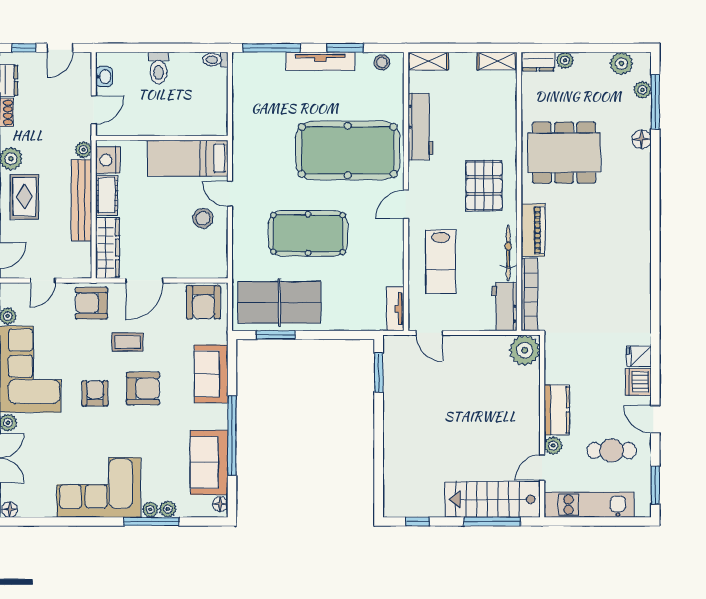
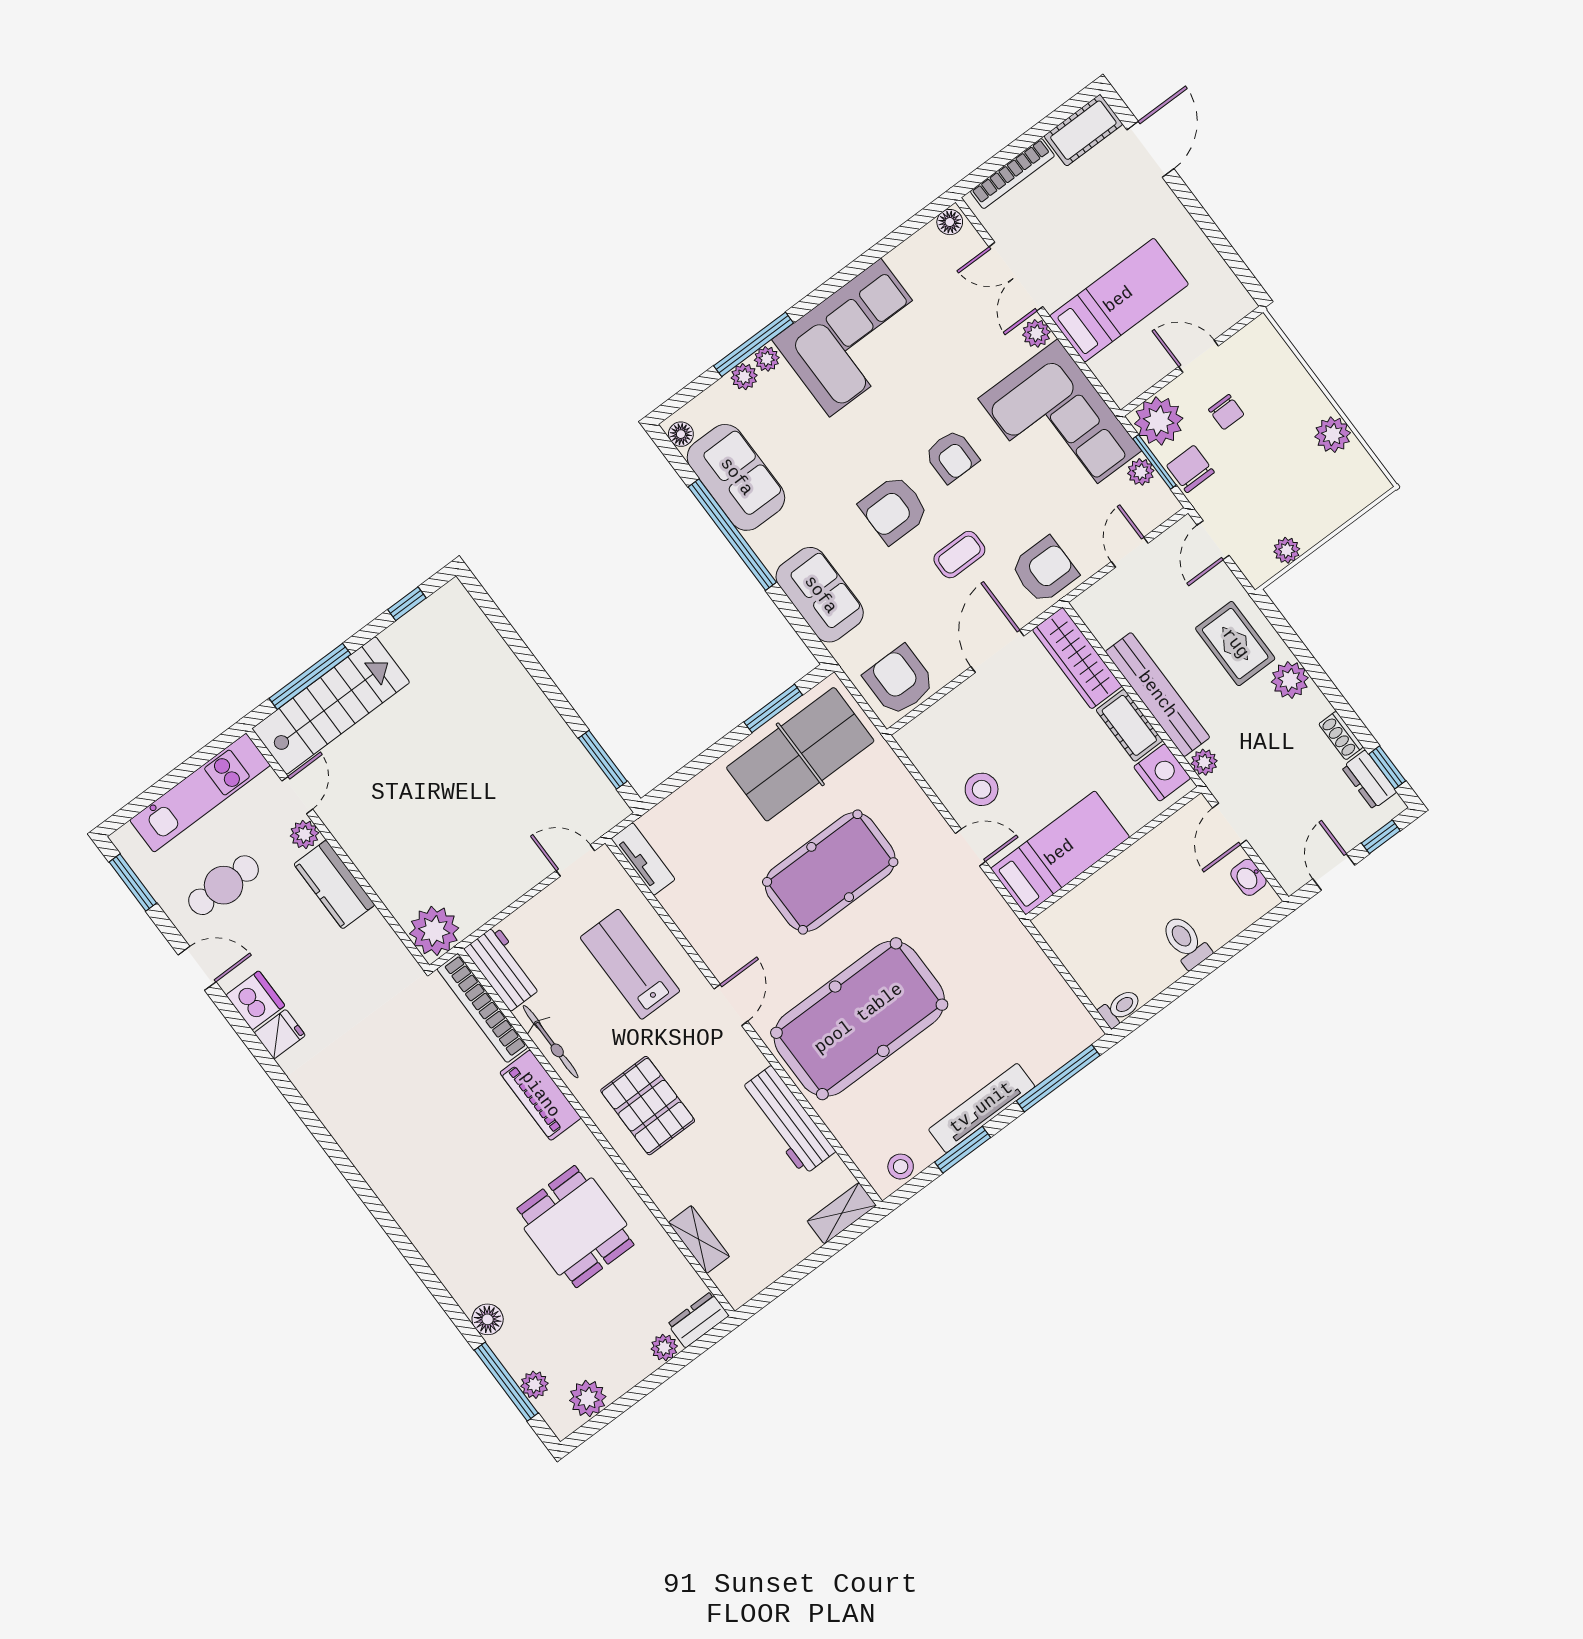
shelving: (497, 61) -> (699, 1240), moved, turned 90
dining table: (564, 153) -> (575, 1227), width x0.73

